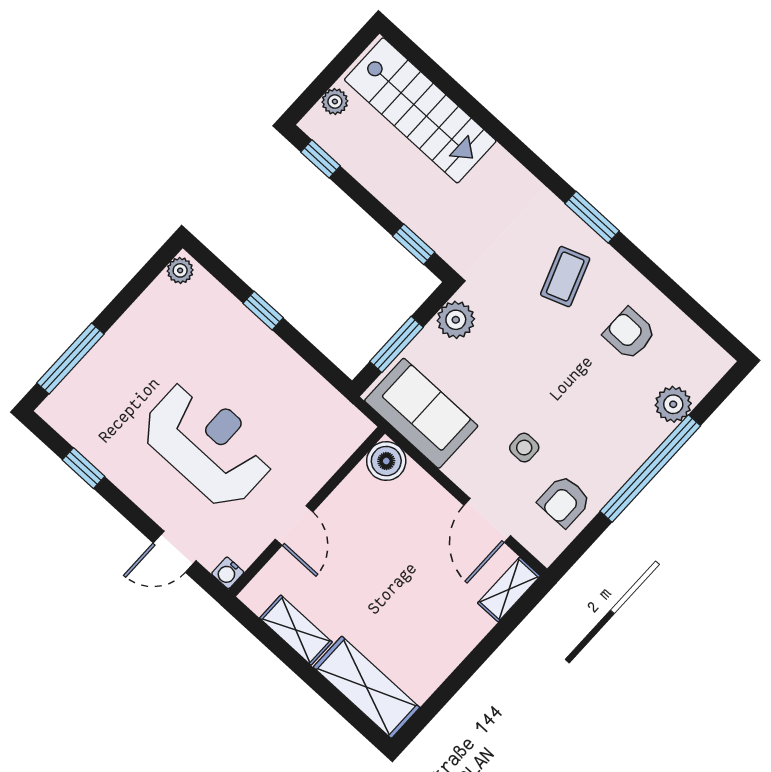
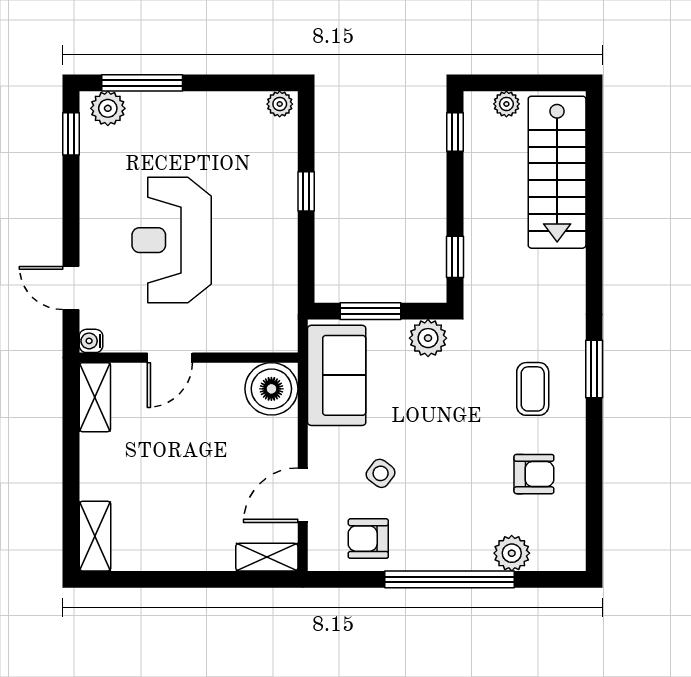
coffee table: (565, 277) -> (533, 389), turned -70
armchair: (629, 334) -> (534, 474), turned 90
plant: (66, 402) -> (108, 108), added
reception desk: (208, 444) -> (172, 240), turned 180
side table: (524, 448) -> (381, 473), turned 37
boiler: (386, 461) -> (271, 389), width x1.37, depth x1.37
window: (84, 468) -> (71, 134), moved
shelving: (296, 630) -> (95, 397), moved
shelving: (367, 687) -> (95, 536), width x0.67, depth x0.75

